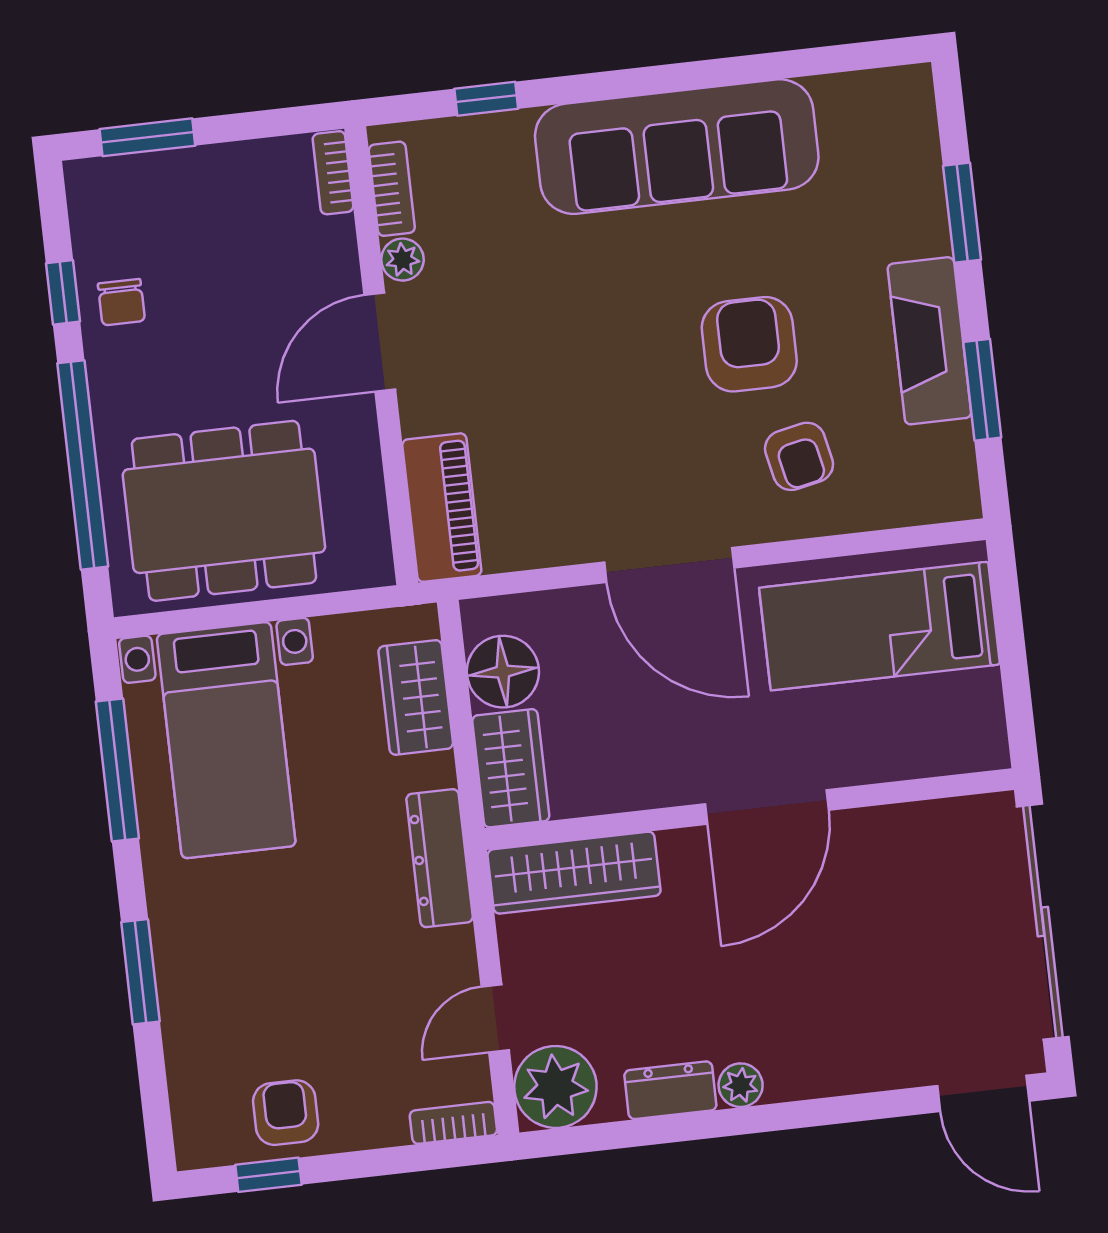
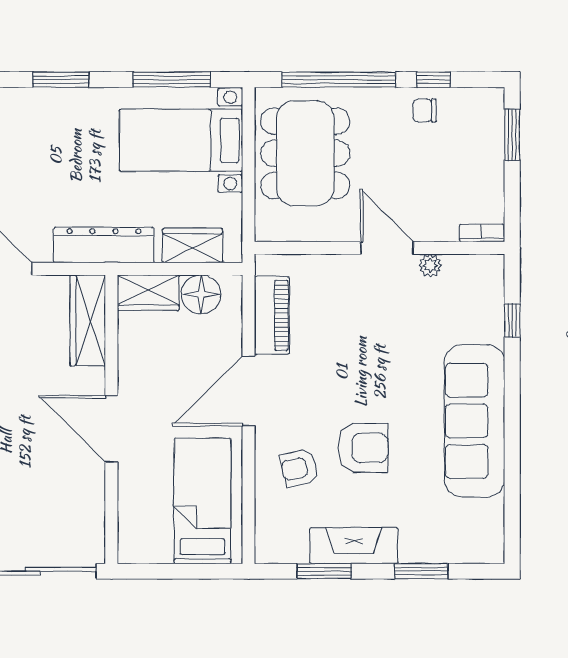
bookcase: (392, 189) -> (469, 264), removed
piano: (442, 508) -> (272, 315), moved, turned -90
dresser: (440, 858) -> (104, 245), width x1.37, depth x1.24

